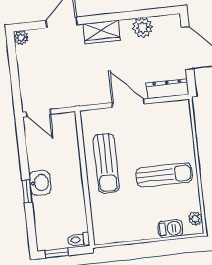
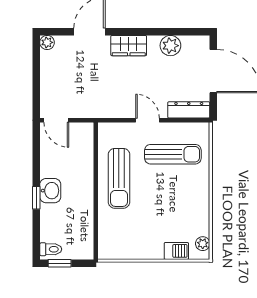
door: (128, 103) -> (148, 120), width x0.73
sun lounger: (164, 175) -> (173, 154), moved
toilet: (78, 240) -> (51, 249), moved, turned 180

